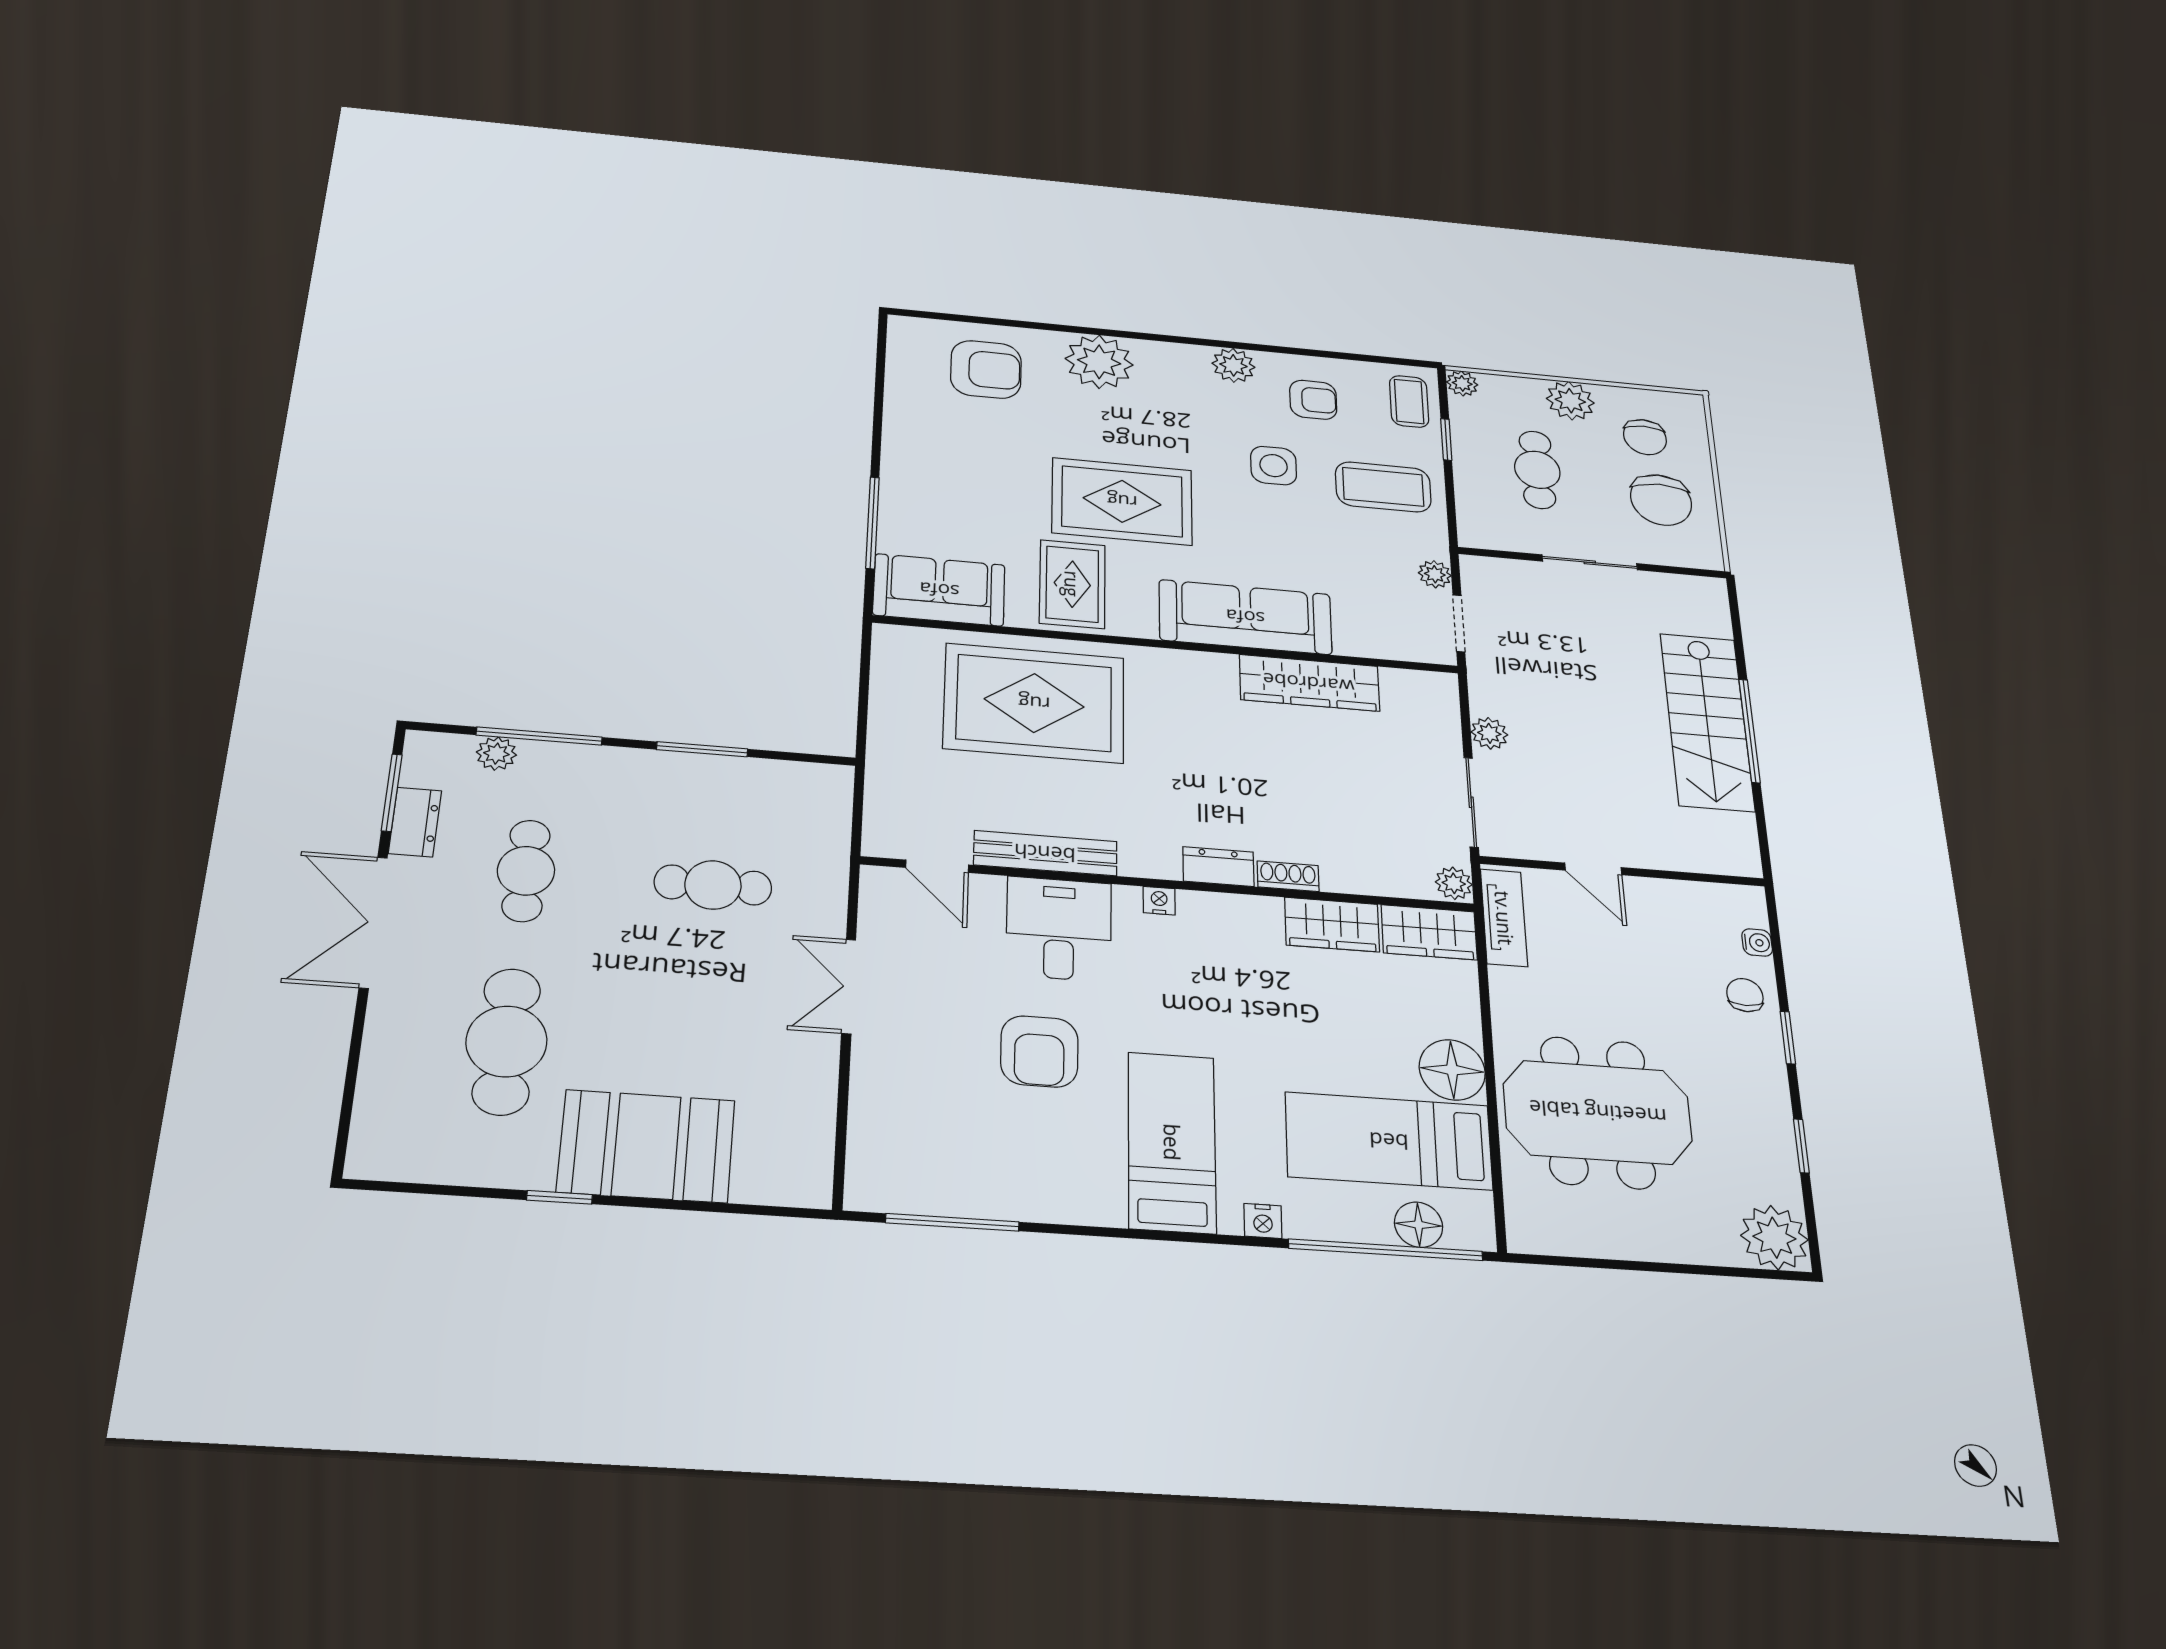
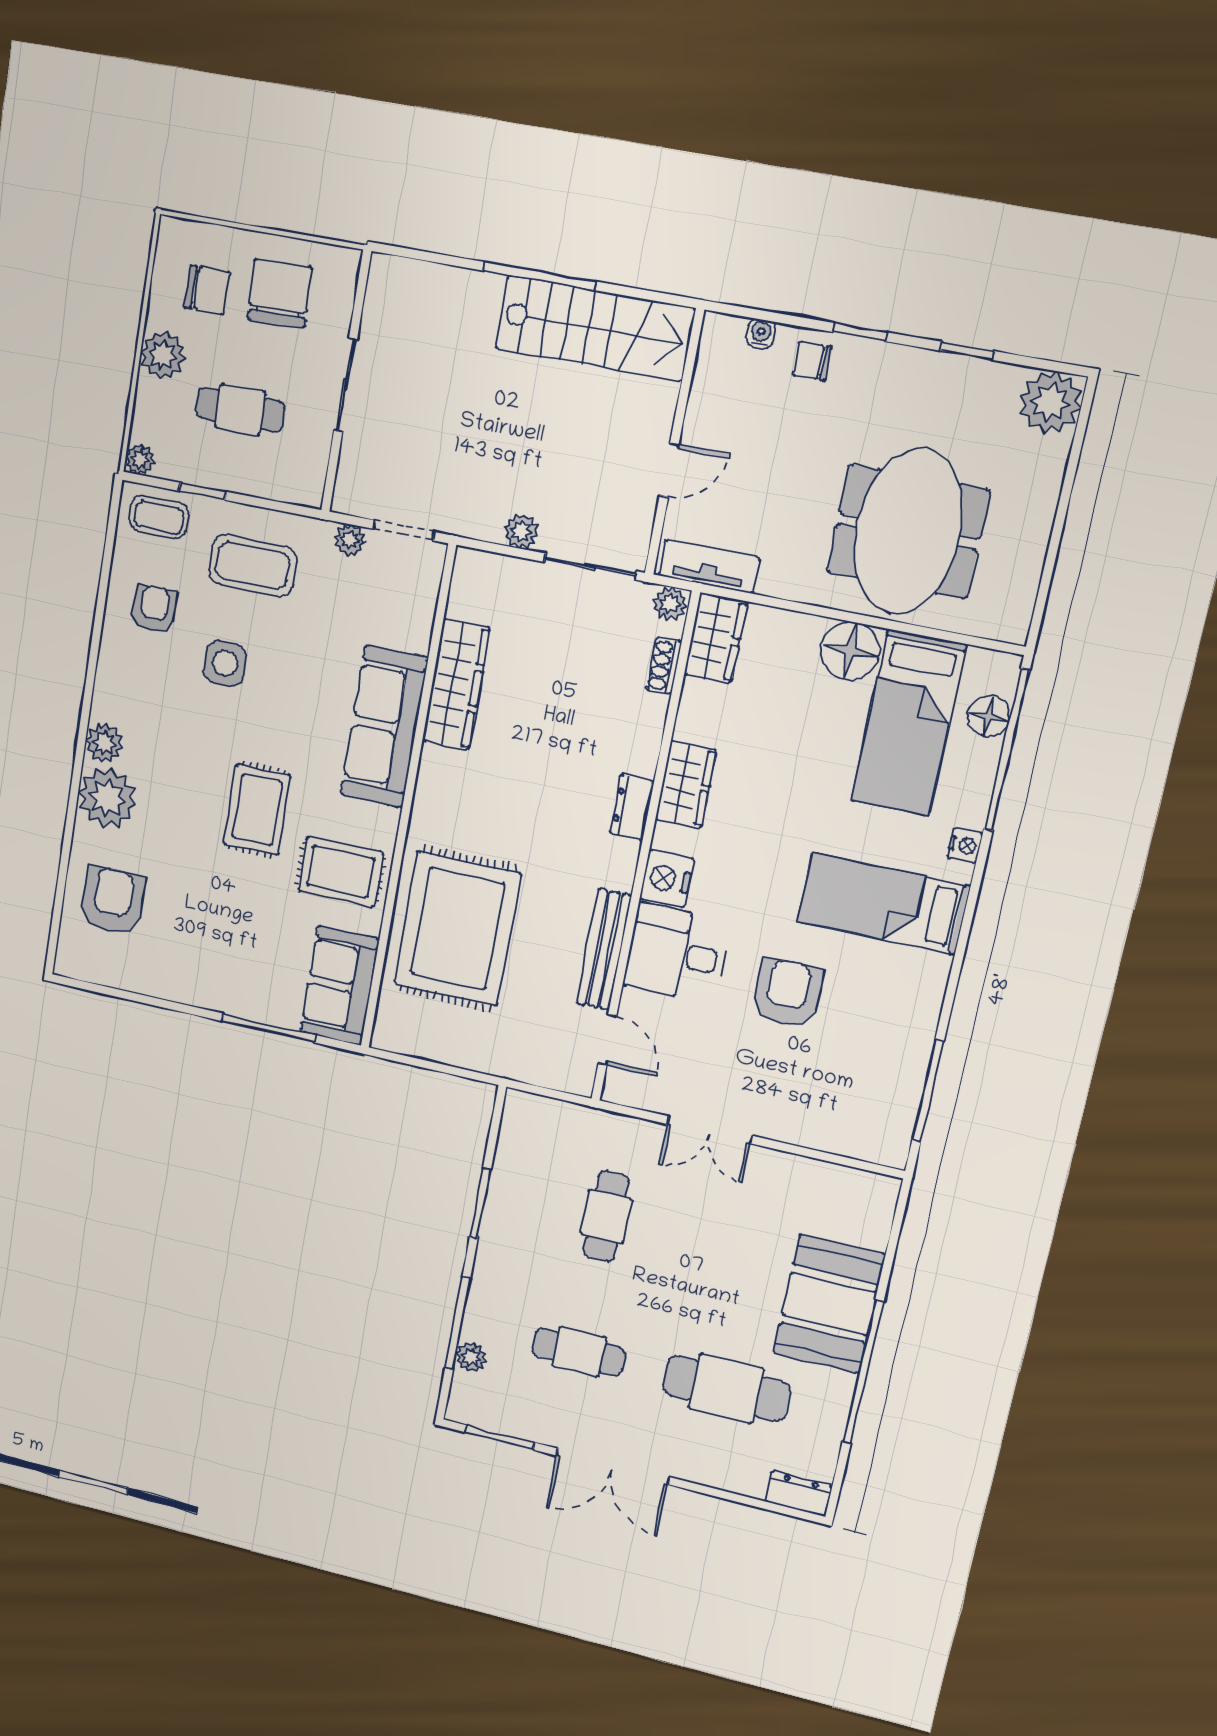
plant: (1233, 365) -> (104, 743), moved
coffee table: (1383, 487) -> (253, 566), turned 90
chair: (1661, 500) -> (280, 293), turned -92
rug: (1122, 501) -> (257, 810), width x0.73, depth x0.70
stairs: (1707, 722) -> (595, 328), moved
dresser: (415, 822) -> (799, 1494), moved
door: (937, 866) -> (607, 1040), hinge flipped
shoe rack: (1288, 876) -> (664, 666), moved
nightstand: (1159, 901) -> (667, 879), width x1.89, depth x1.79
wardrobe: (1332, 925) -> (686, 785), moved
armchair: (1039, 1051) -> (787, 993), turned -90
window: (559, 1197) -> (863, 1372), width x3.17

